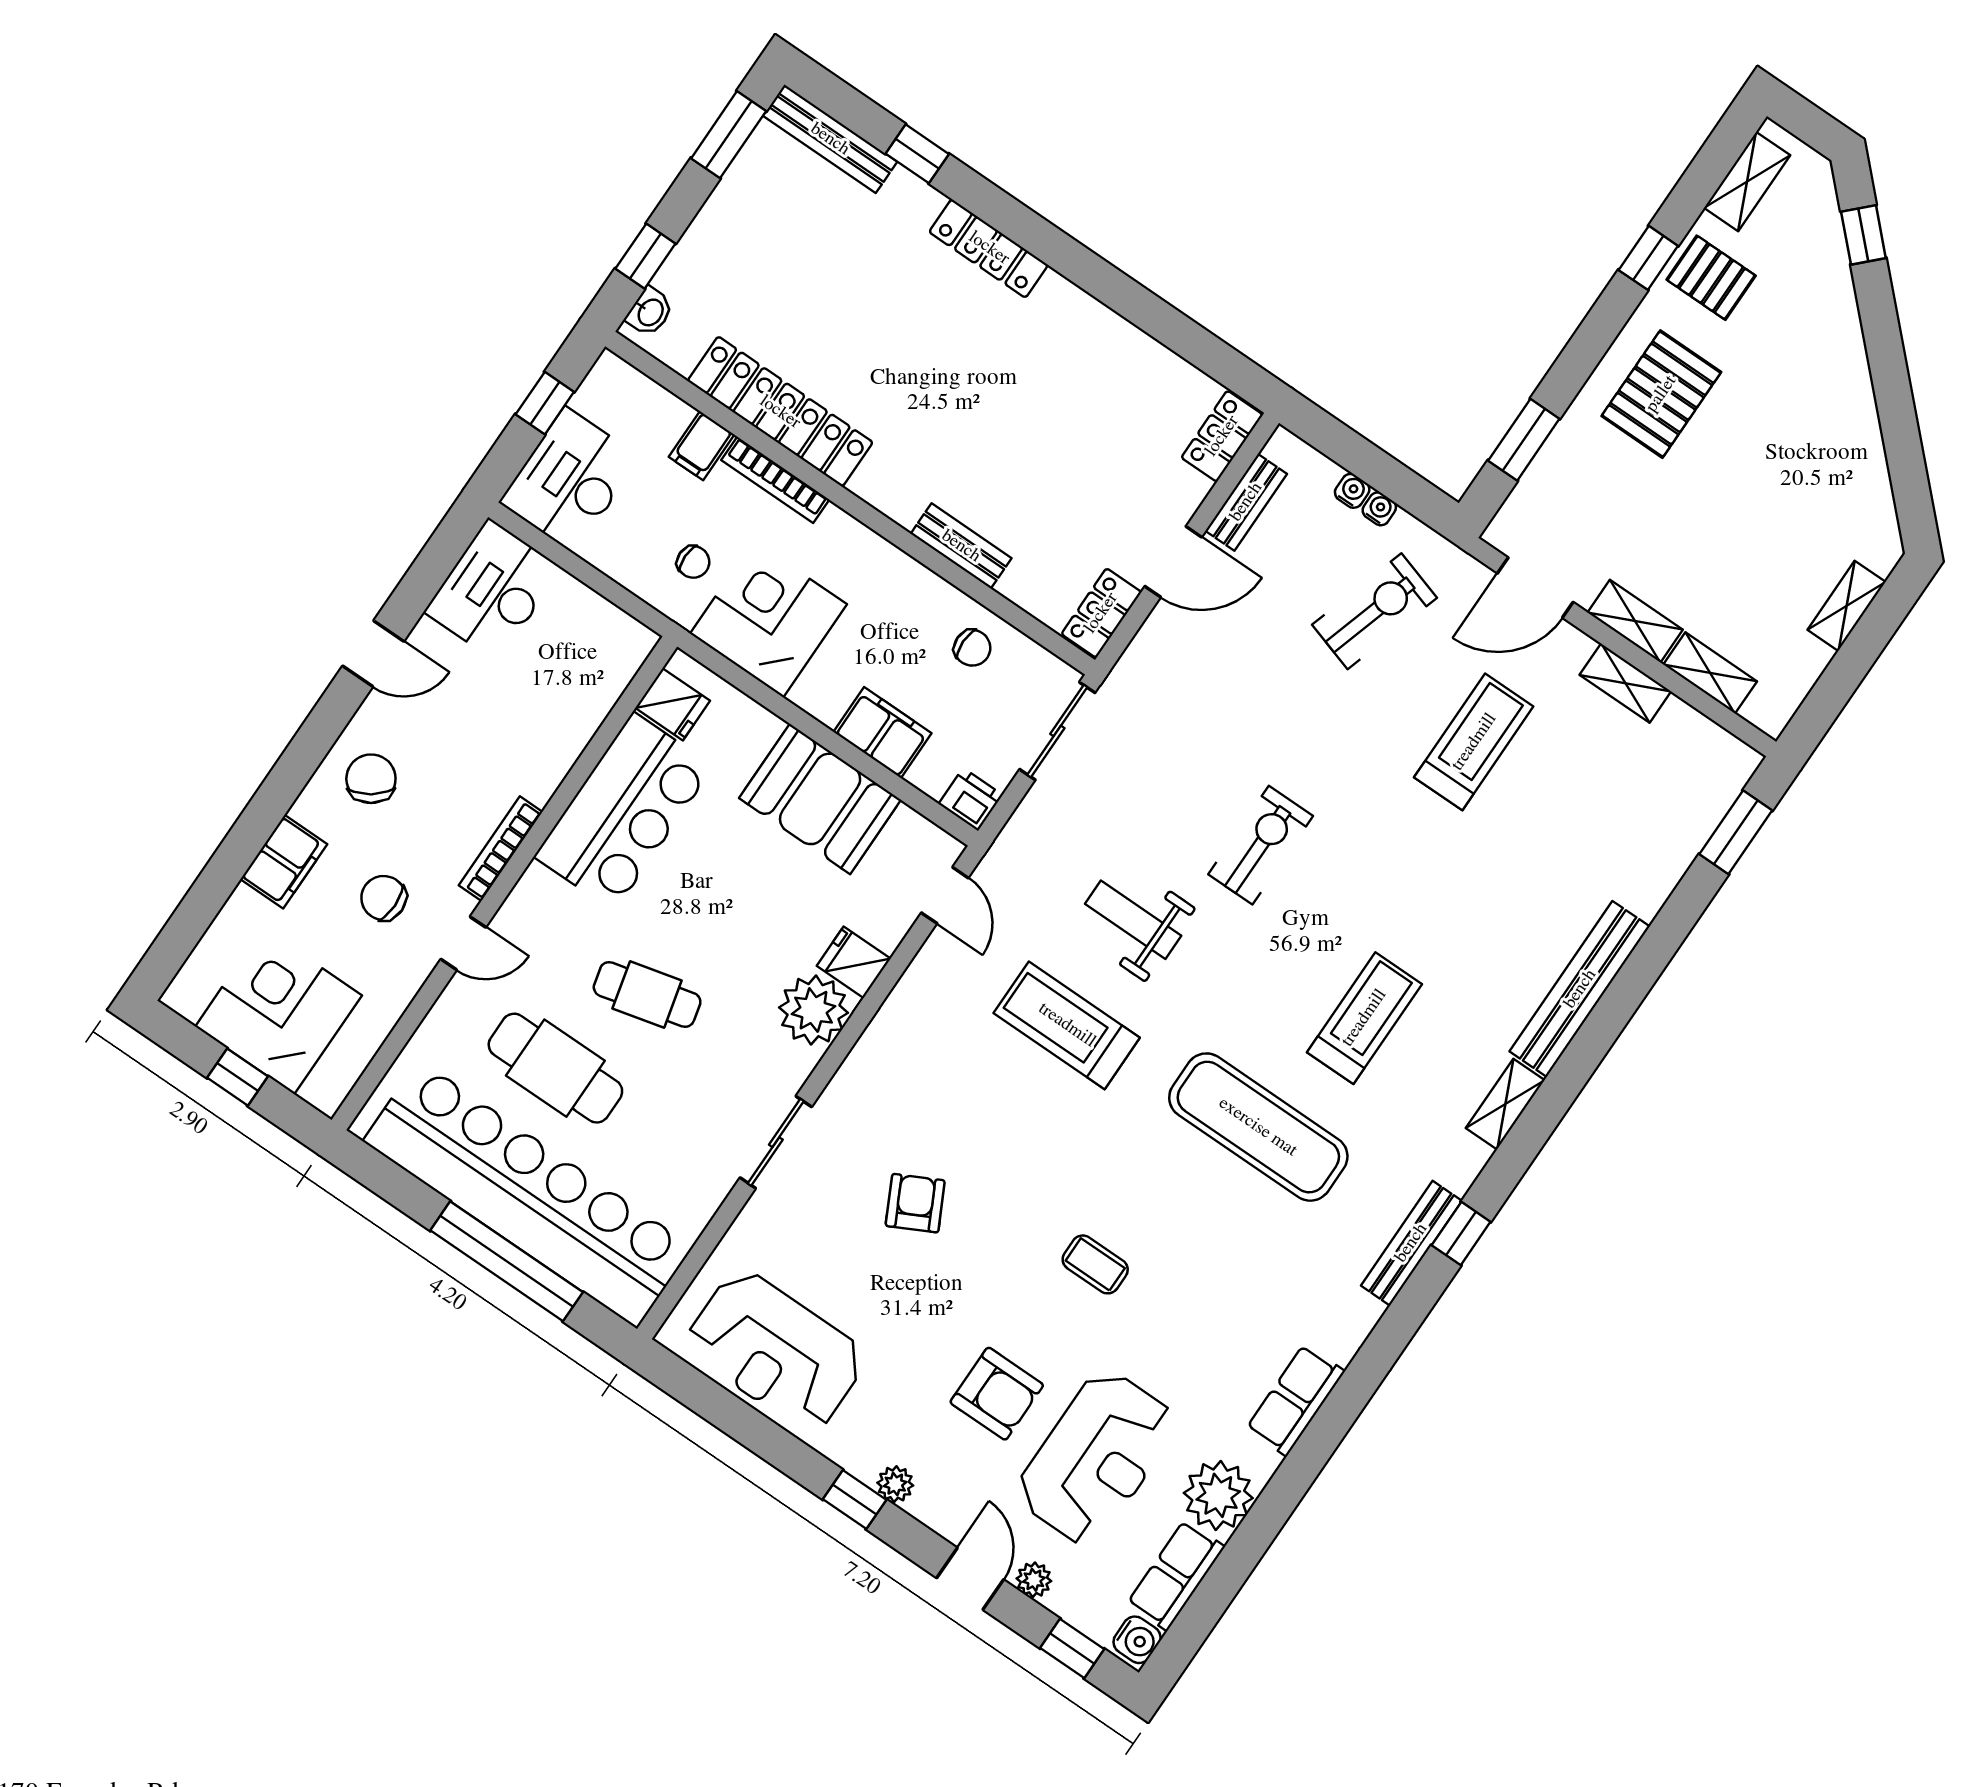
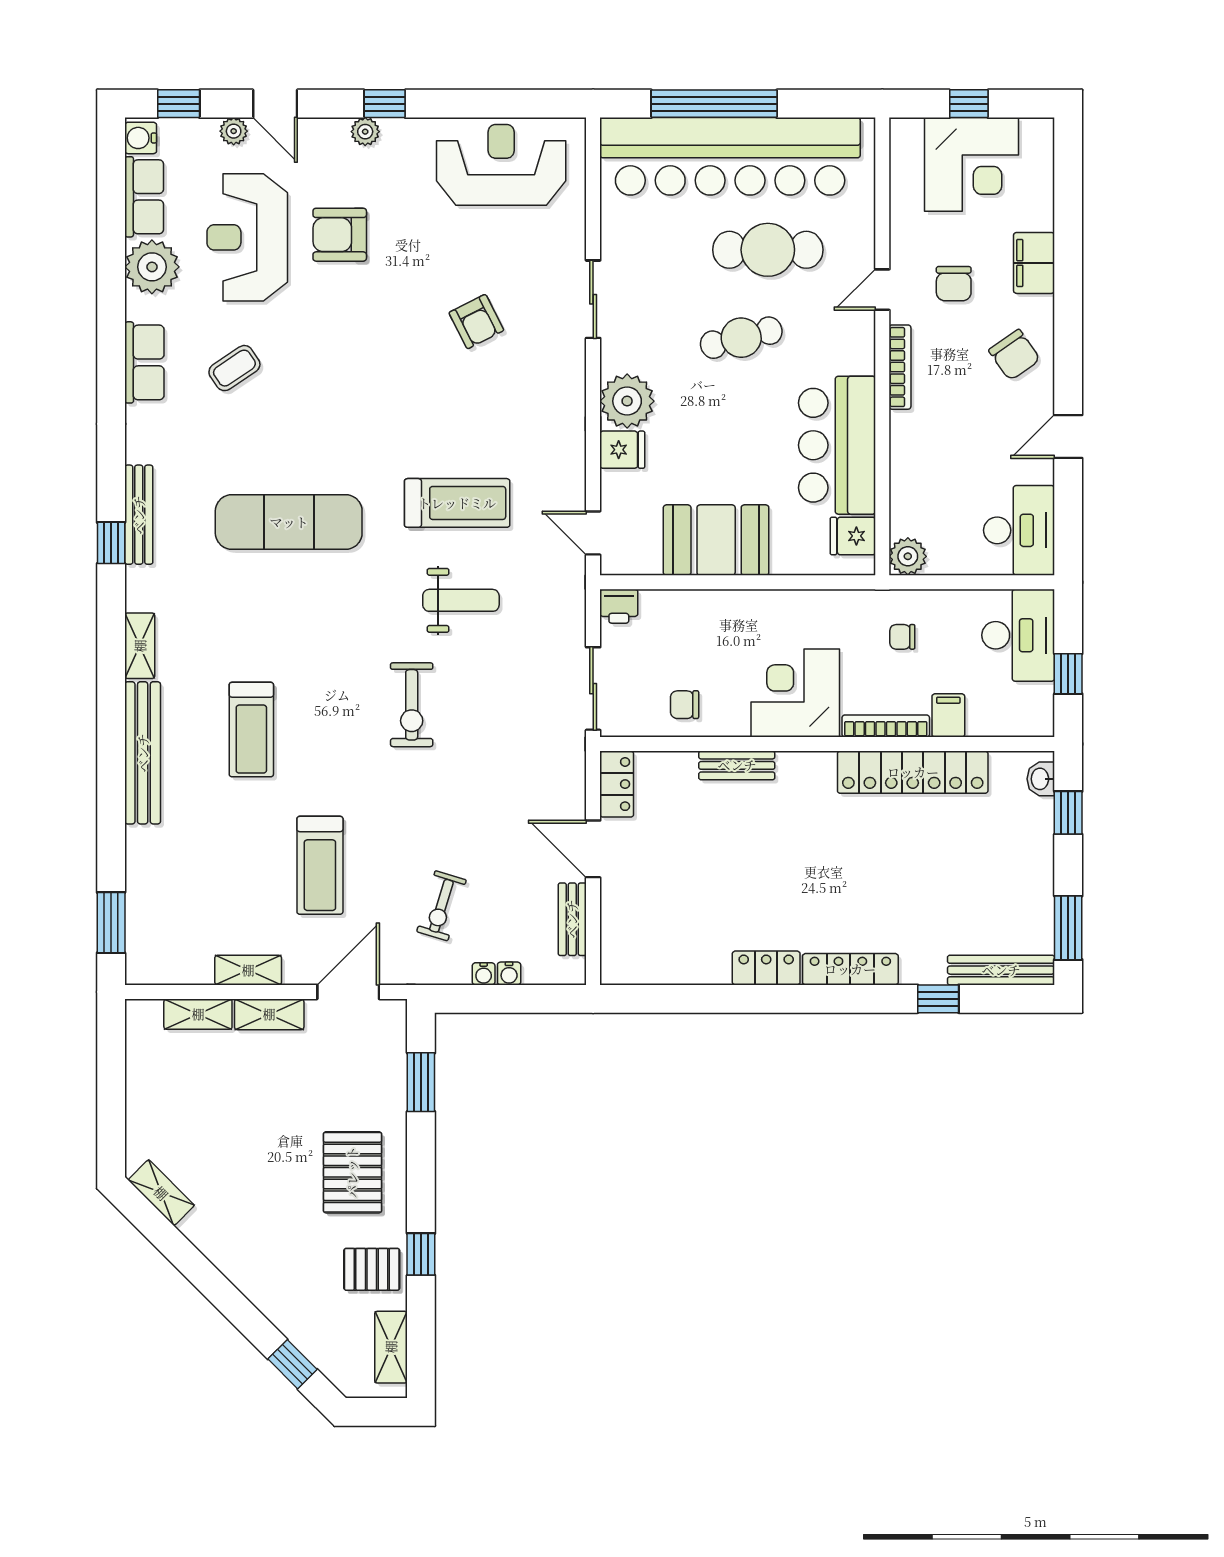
locker: (1222, 436) -> (766, 968), moved, turned -90
door: (1173, 562) -> (593, 849), hinge flipped
shelving: (1847, 606) -> (161, 1193), moved, turned -45
exercise bike: (1375, 611) -> (441, 906), width x0.73, depth x0.72
corner desk: (768, 619) -> (795, 693), moved, turned 180
plant: (629, 643) -> (908, 556), added
filing cabinet: (883, 733) -> (705, 610), removed
chair: (384, 898) -> (954, 284), turned 90
treadmill: (1364, 1018) -> (251, 730), moved
coffee table: (1095, 1264) -> (234, 368), moved, turned -34

